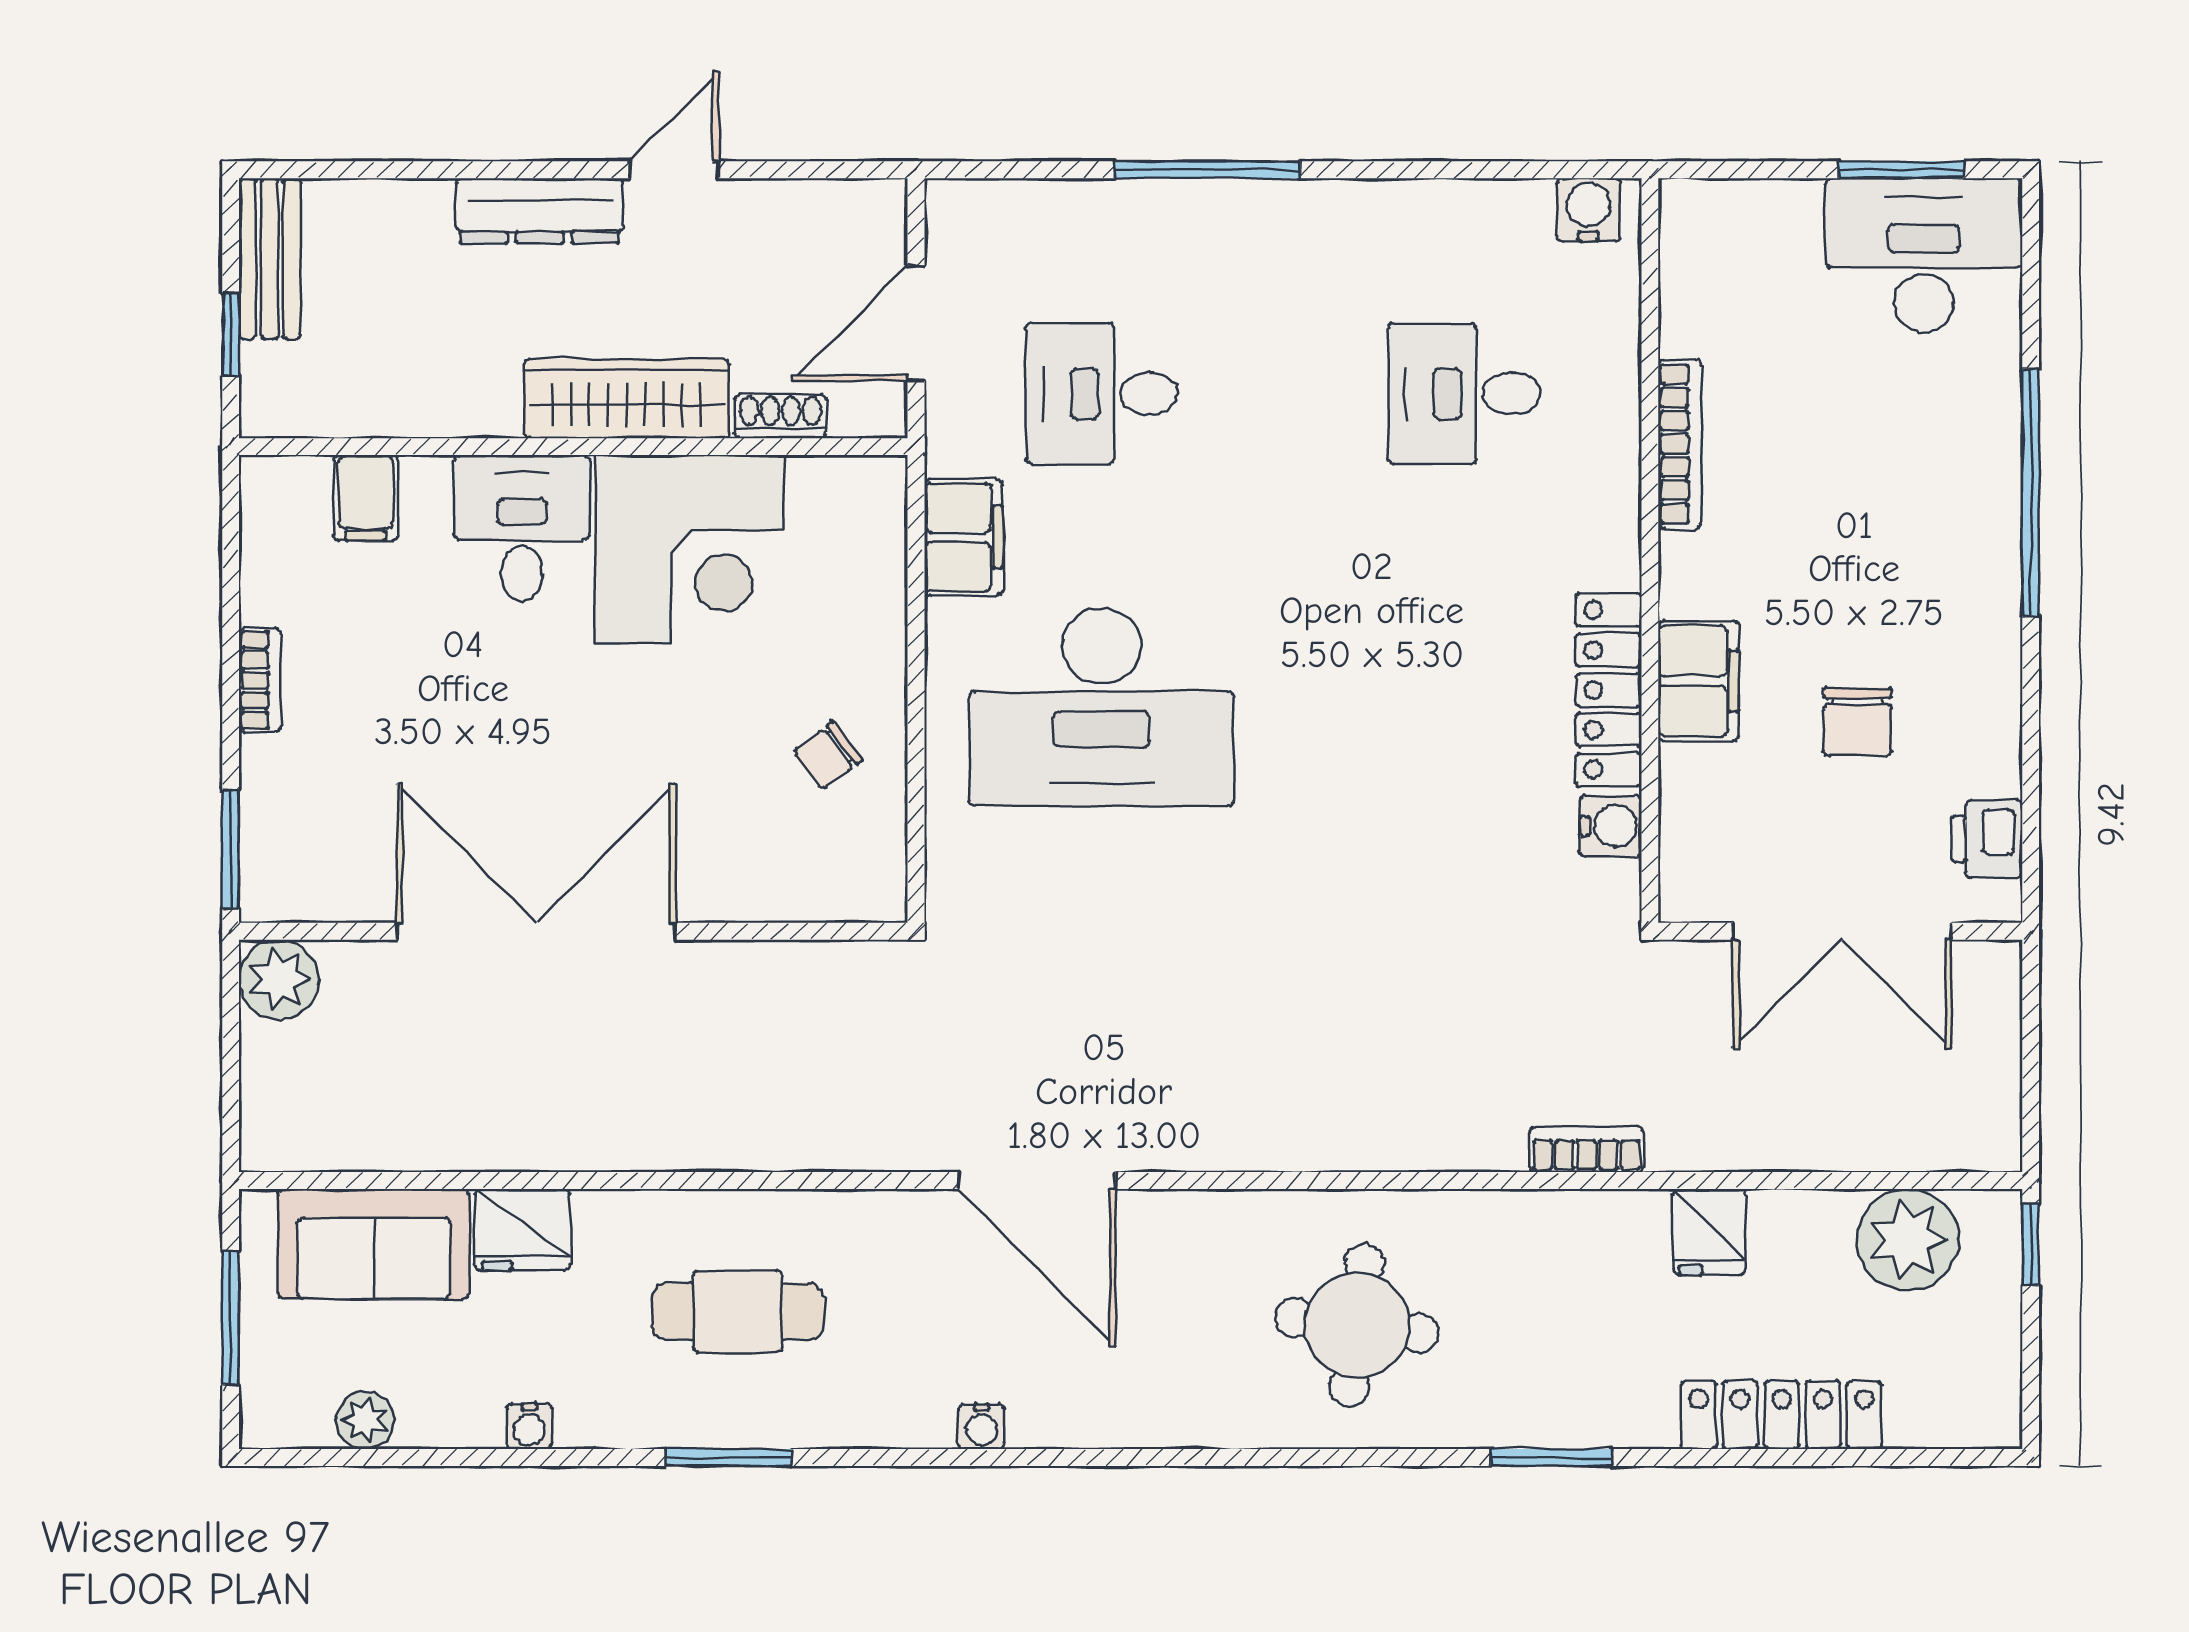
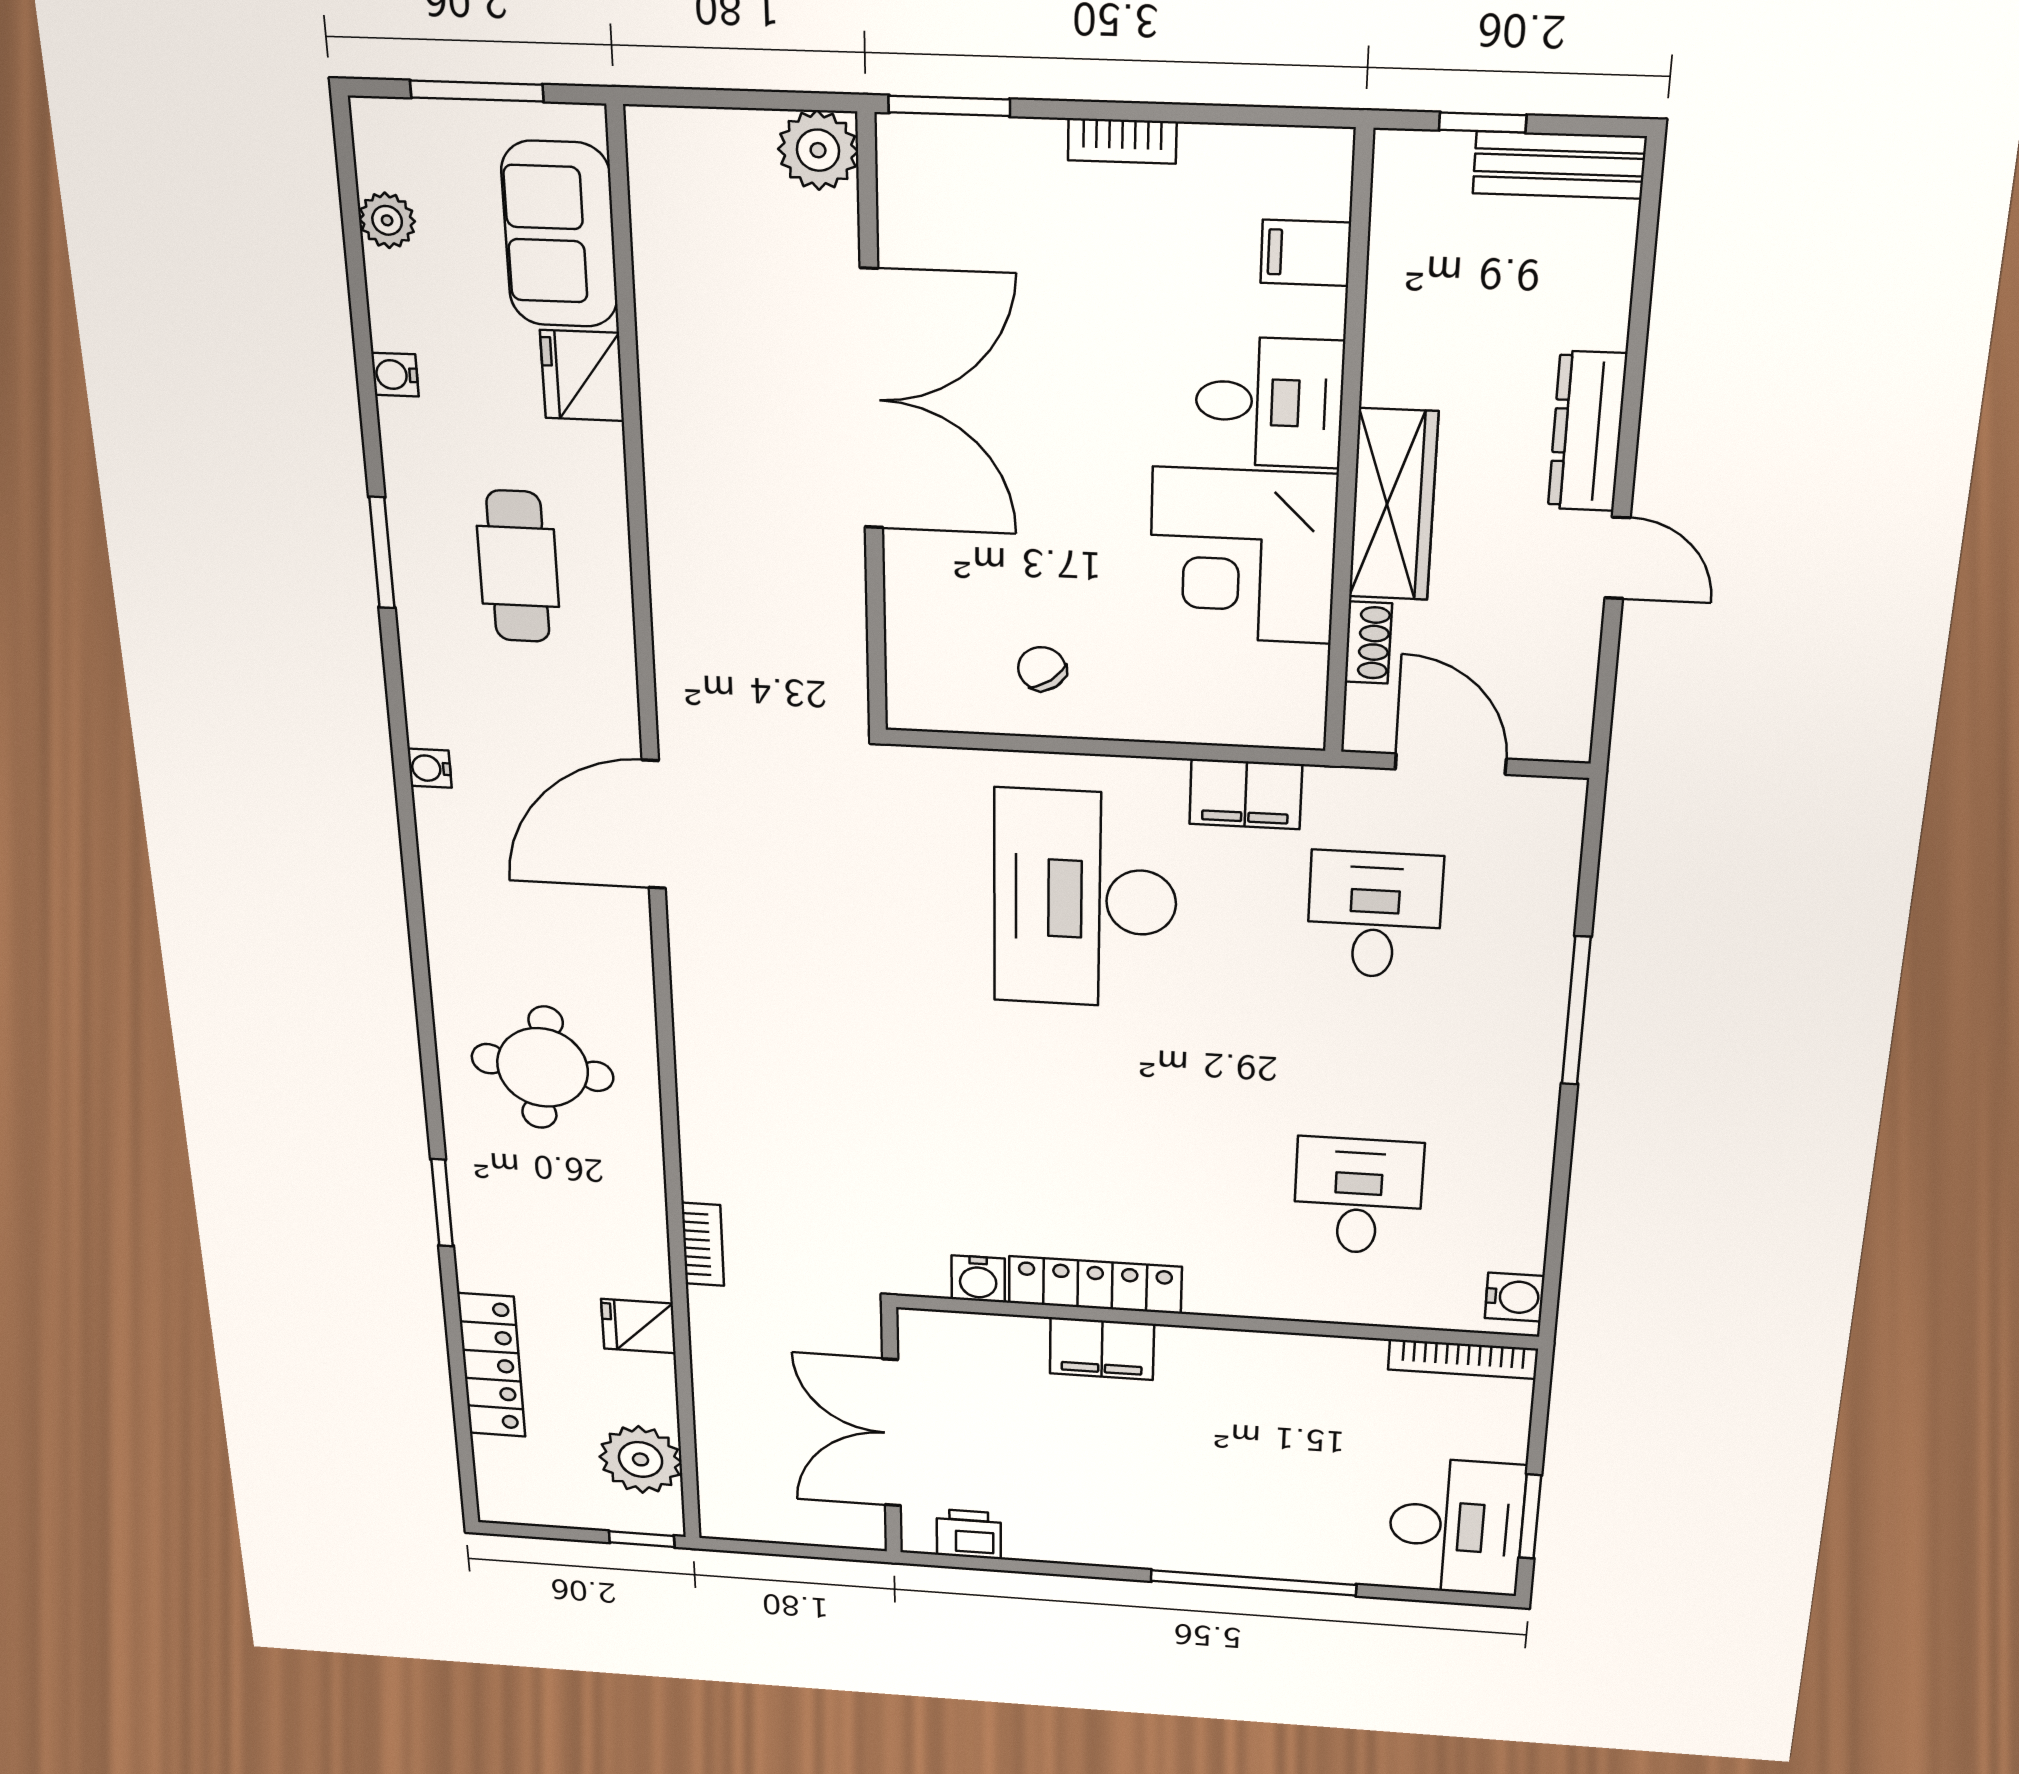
bookcase: (1680, 444) -> (1463, 1359), moved
chair: (1858, 722) -> (1066, 1455), removed

